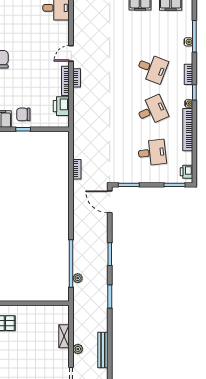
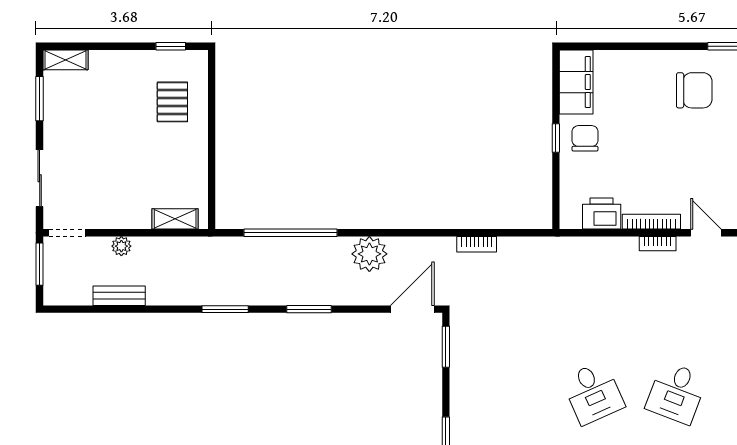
desk: (152, 153) -> (510, 393), removed
plant: (78, 278) -> (369, 254), moved, width x1.88, depth x1.88
shelving: (64, 336) -> (175, 219), moved
bench: (103, 350) -> (119, 296), width x0.73

